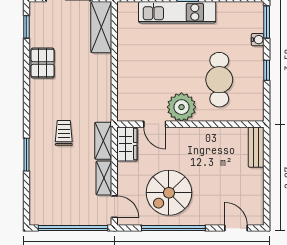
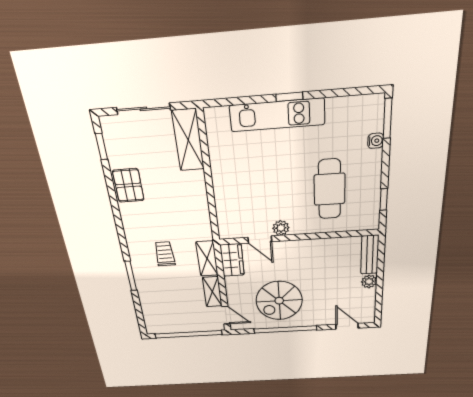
window: (267, 70) -> (384, 200), moved
plant: (181, 107) -> (281, 228), width x0.53, depth x0.53
plant: (256, 176) -> (369, 281), added

